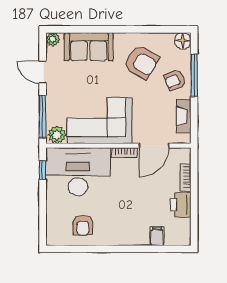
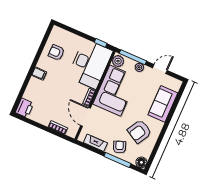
plant: (53, 39) -> (139, 67), moved
printer: (181, 205) -> (25, 108), moved, turned 90
filing cabinet: (157, 236) -> (39, 74), moved

